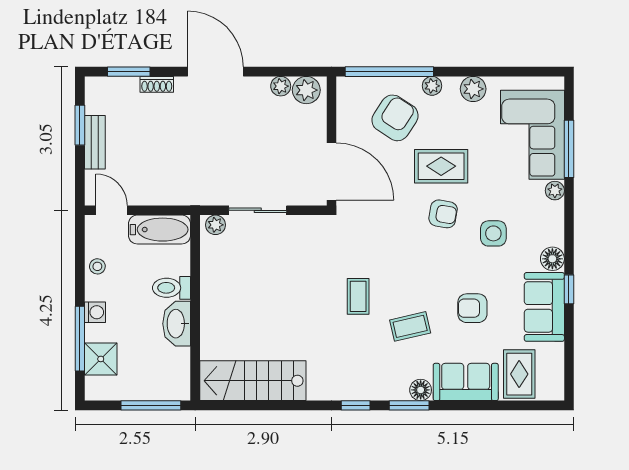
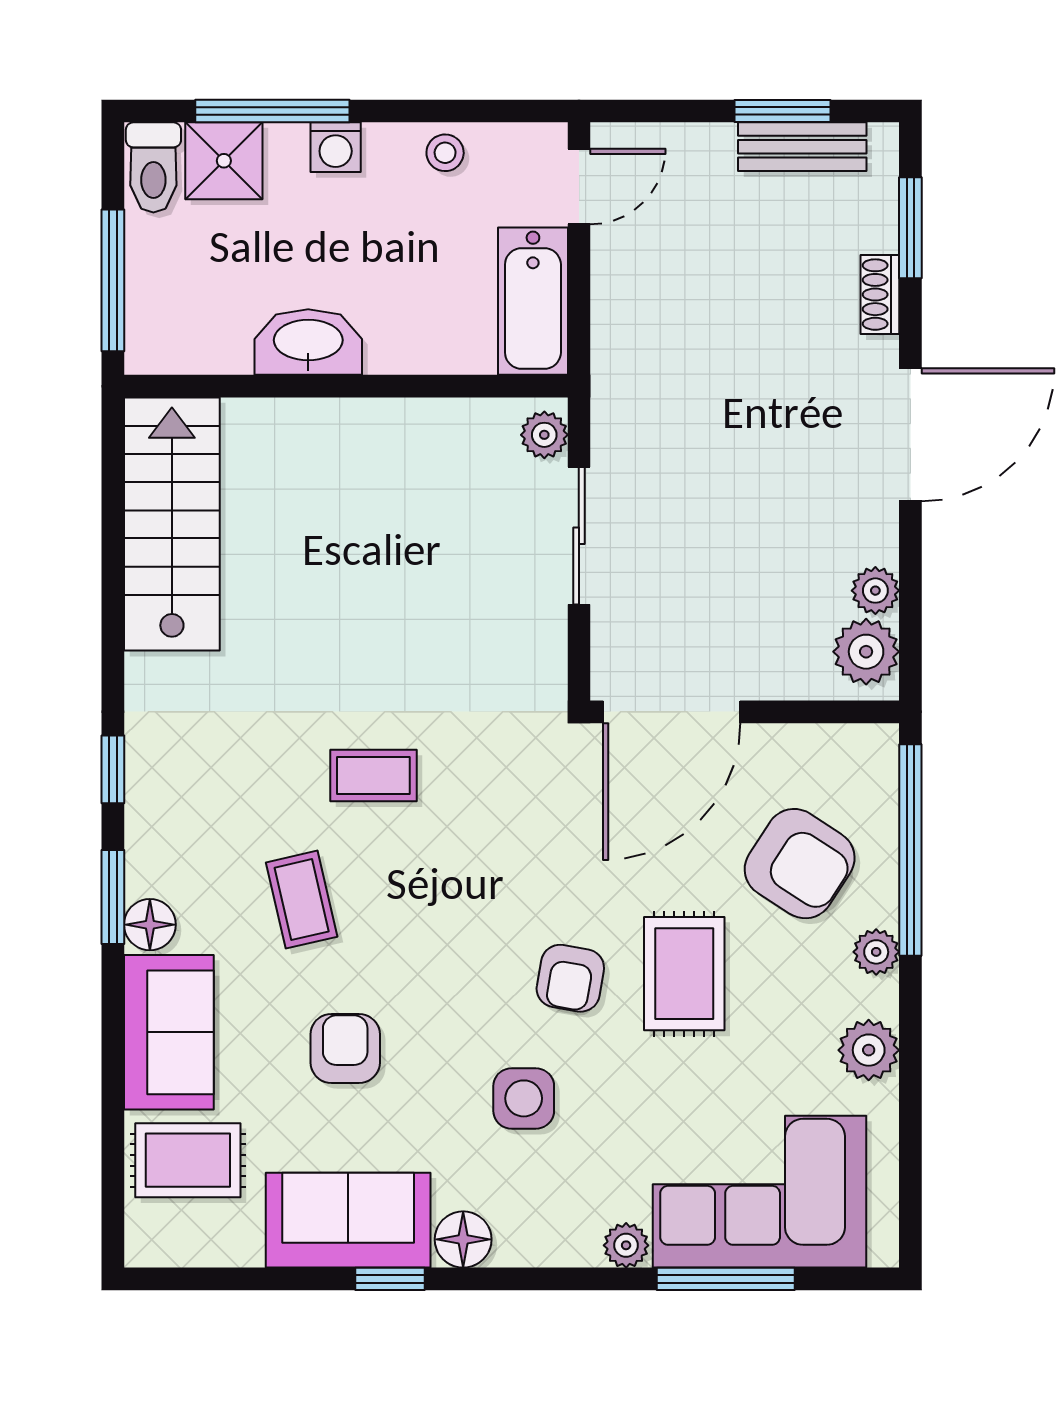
bench: (95, 142) -> (802, 147), moved
toilet: (171, 288) -> (153, 167), moved, turned 180

